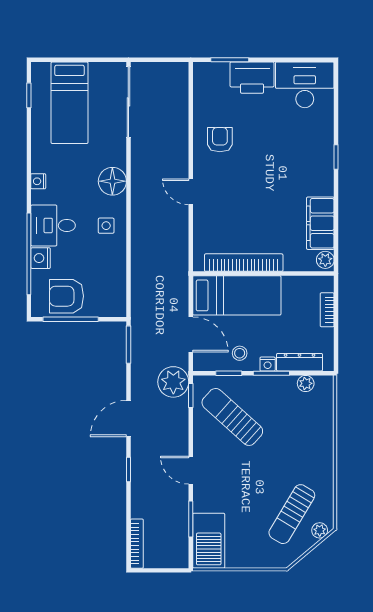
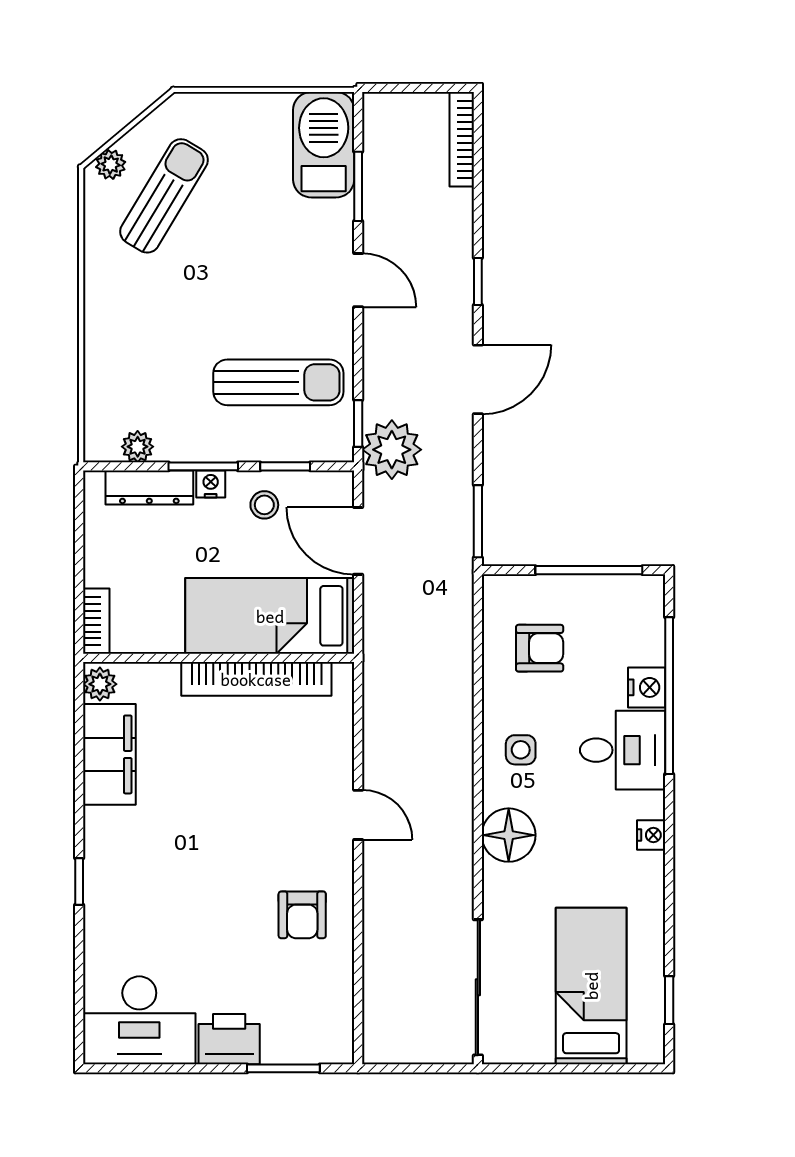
printer: (252, 78) -> (229, 1039), width x0.73, depth x0.84
armchair: (66, 296) -> (540, 648), moved, width x0.72, depth x0.72
bookcase: (327, 310) -> (96, 621), moved
sun lounger: (232, 417) -> (278, 382), turned -42

